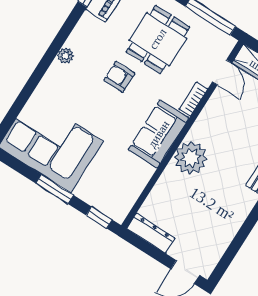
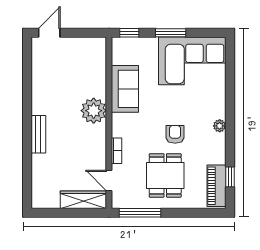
armchair: (119, 77) -> (175, 134), turned -90
sofa: (159, 134) -> (125, 89), moved
dresser: (151, 233) -> (88, 44), removed

